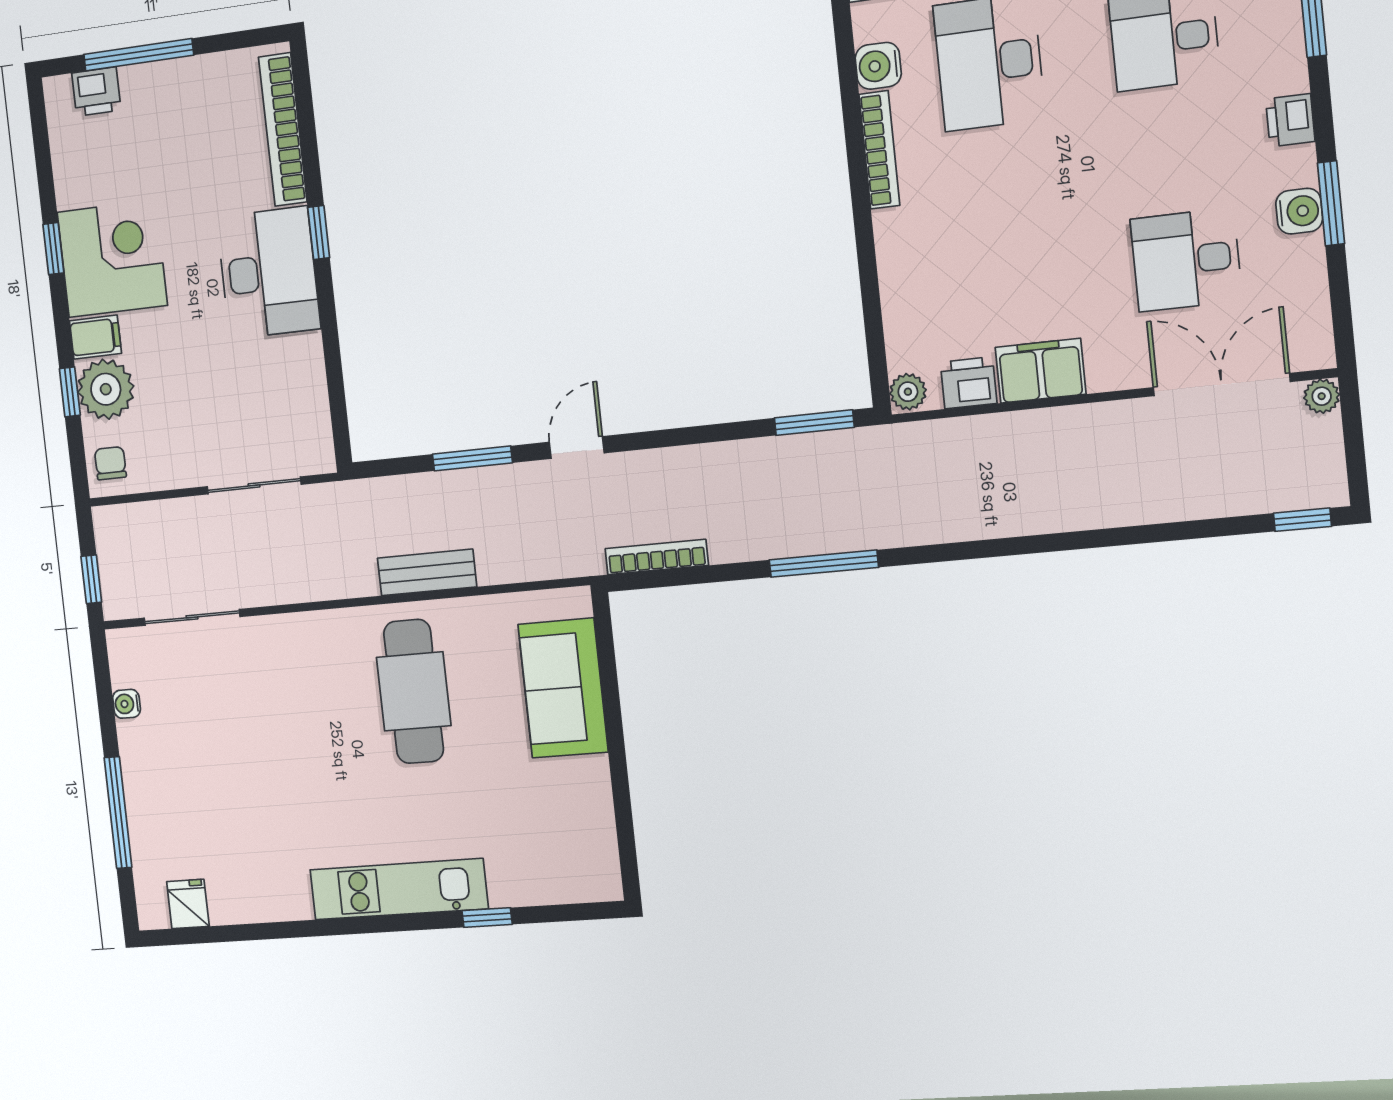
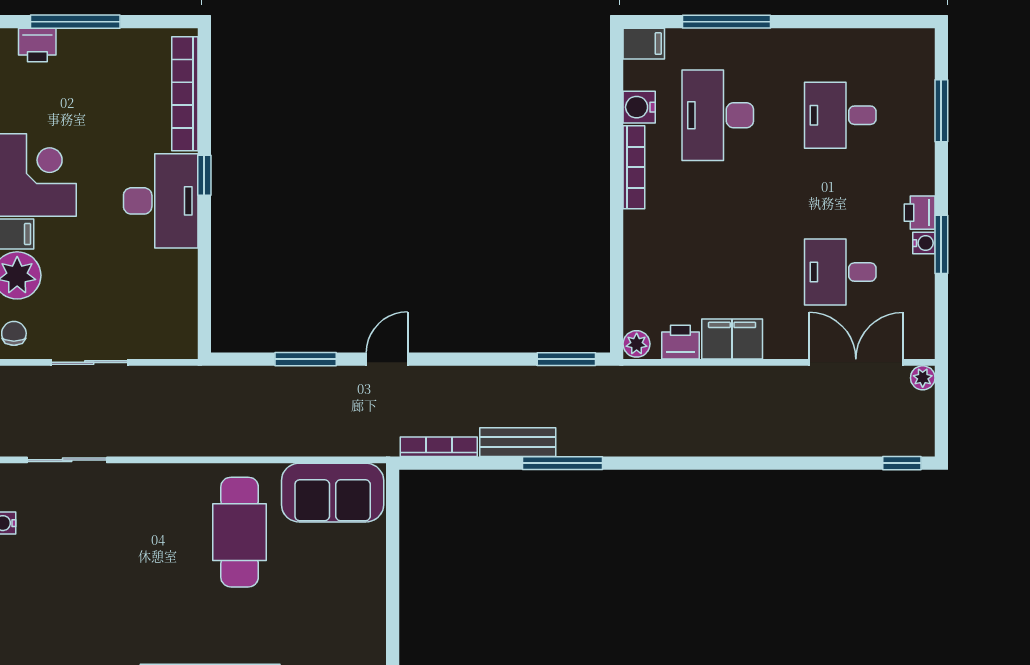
printer: (1290, 120) -> (920, 213), moved
water cooler: (1299, 211) -> (924, 243), width x0.72, depth x0.72
sliding door: (254, 485) -> (89, 362), moved
bench: (427, 572) -> (518, 442), moved
sofa: (563, 688) -> (333, 493), moved, turned -90

